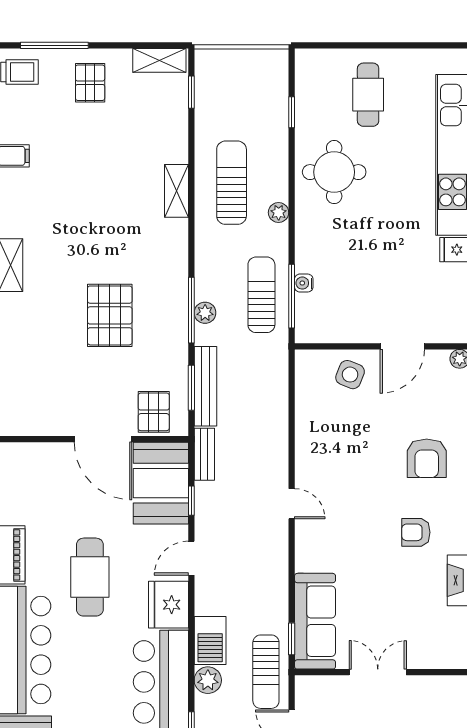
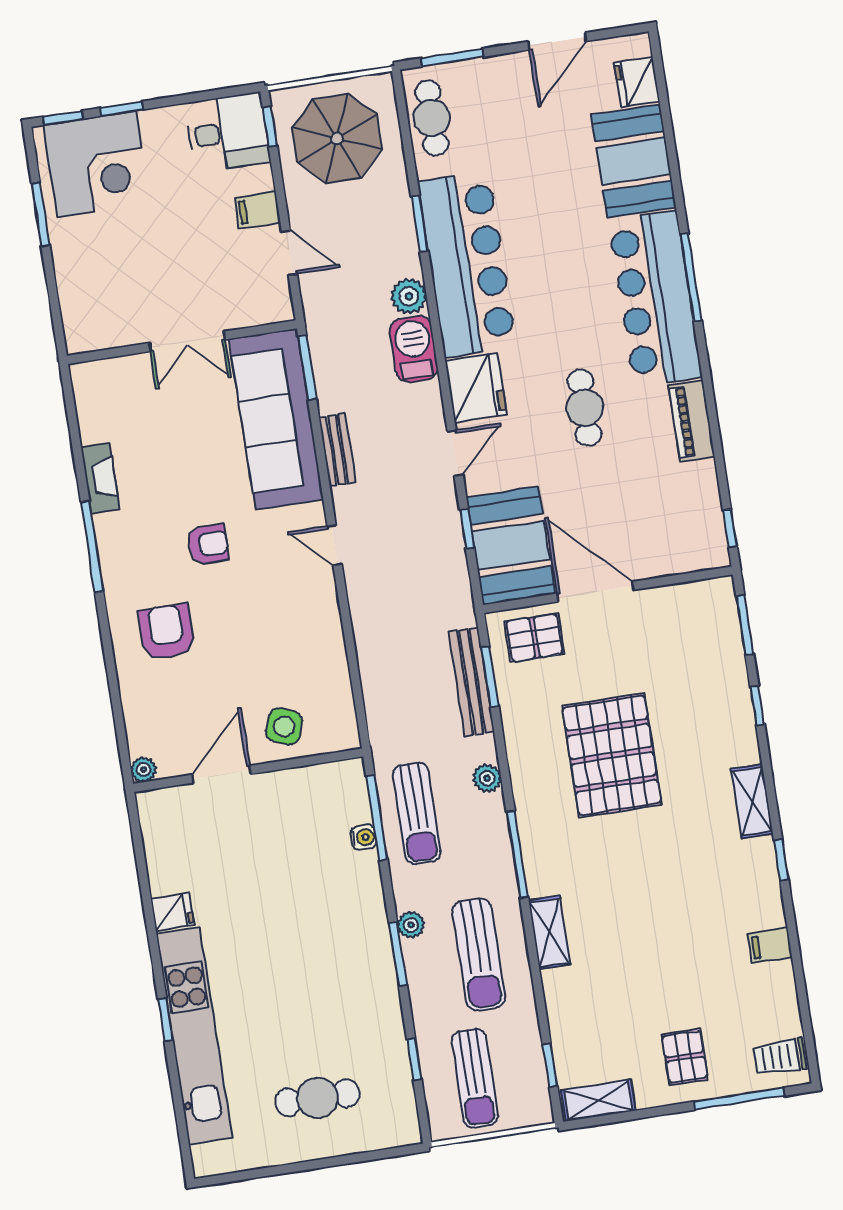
cafe table: (368, 95) -> (317, 1098), turned 90
round table: (334, 172) -> (346, 989), removed
window: (292, 192) -> (398, 954), added
window: (191, 310) -> (517, 854), moved
pallet: (110, 315) -> (612, 755), width x1.37, depth x1.41
pallet: (154, 412) -> (534, 638), turned 90
bench: (204, 454) -> (337, 450), moved
armchair: (416, 532) -> (208, 544), moved
cafe table: (90, 577) -> (585, 408), width x0.73, depth x0.74
sofa: (315, 621) -> (276, 419), width x1.36, depth x1.27
window: (292, 639) -> (307, 368), width x1.50
sun lounger: (266, 672) -> (475, 1078), moved, turned 180

